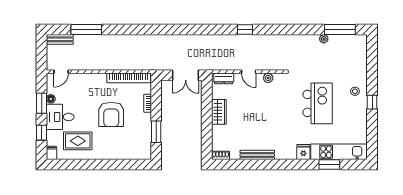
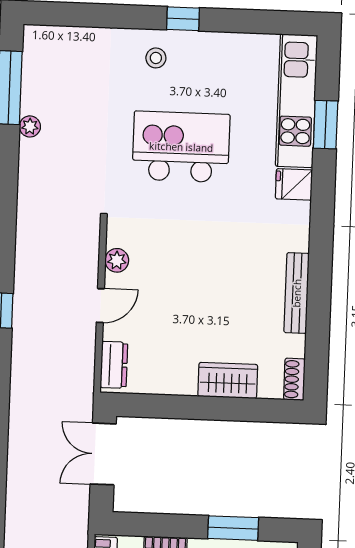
double door: (186, 75) -> (103, 454), swing flipped
wardrobe: (219, 112) -> (228, 380), moved

